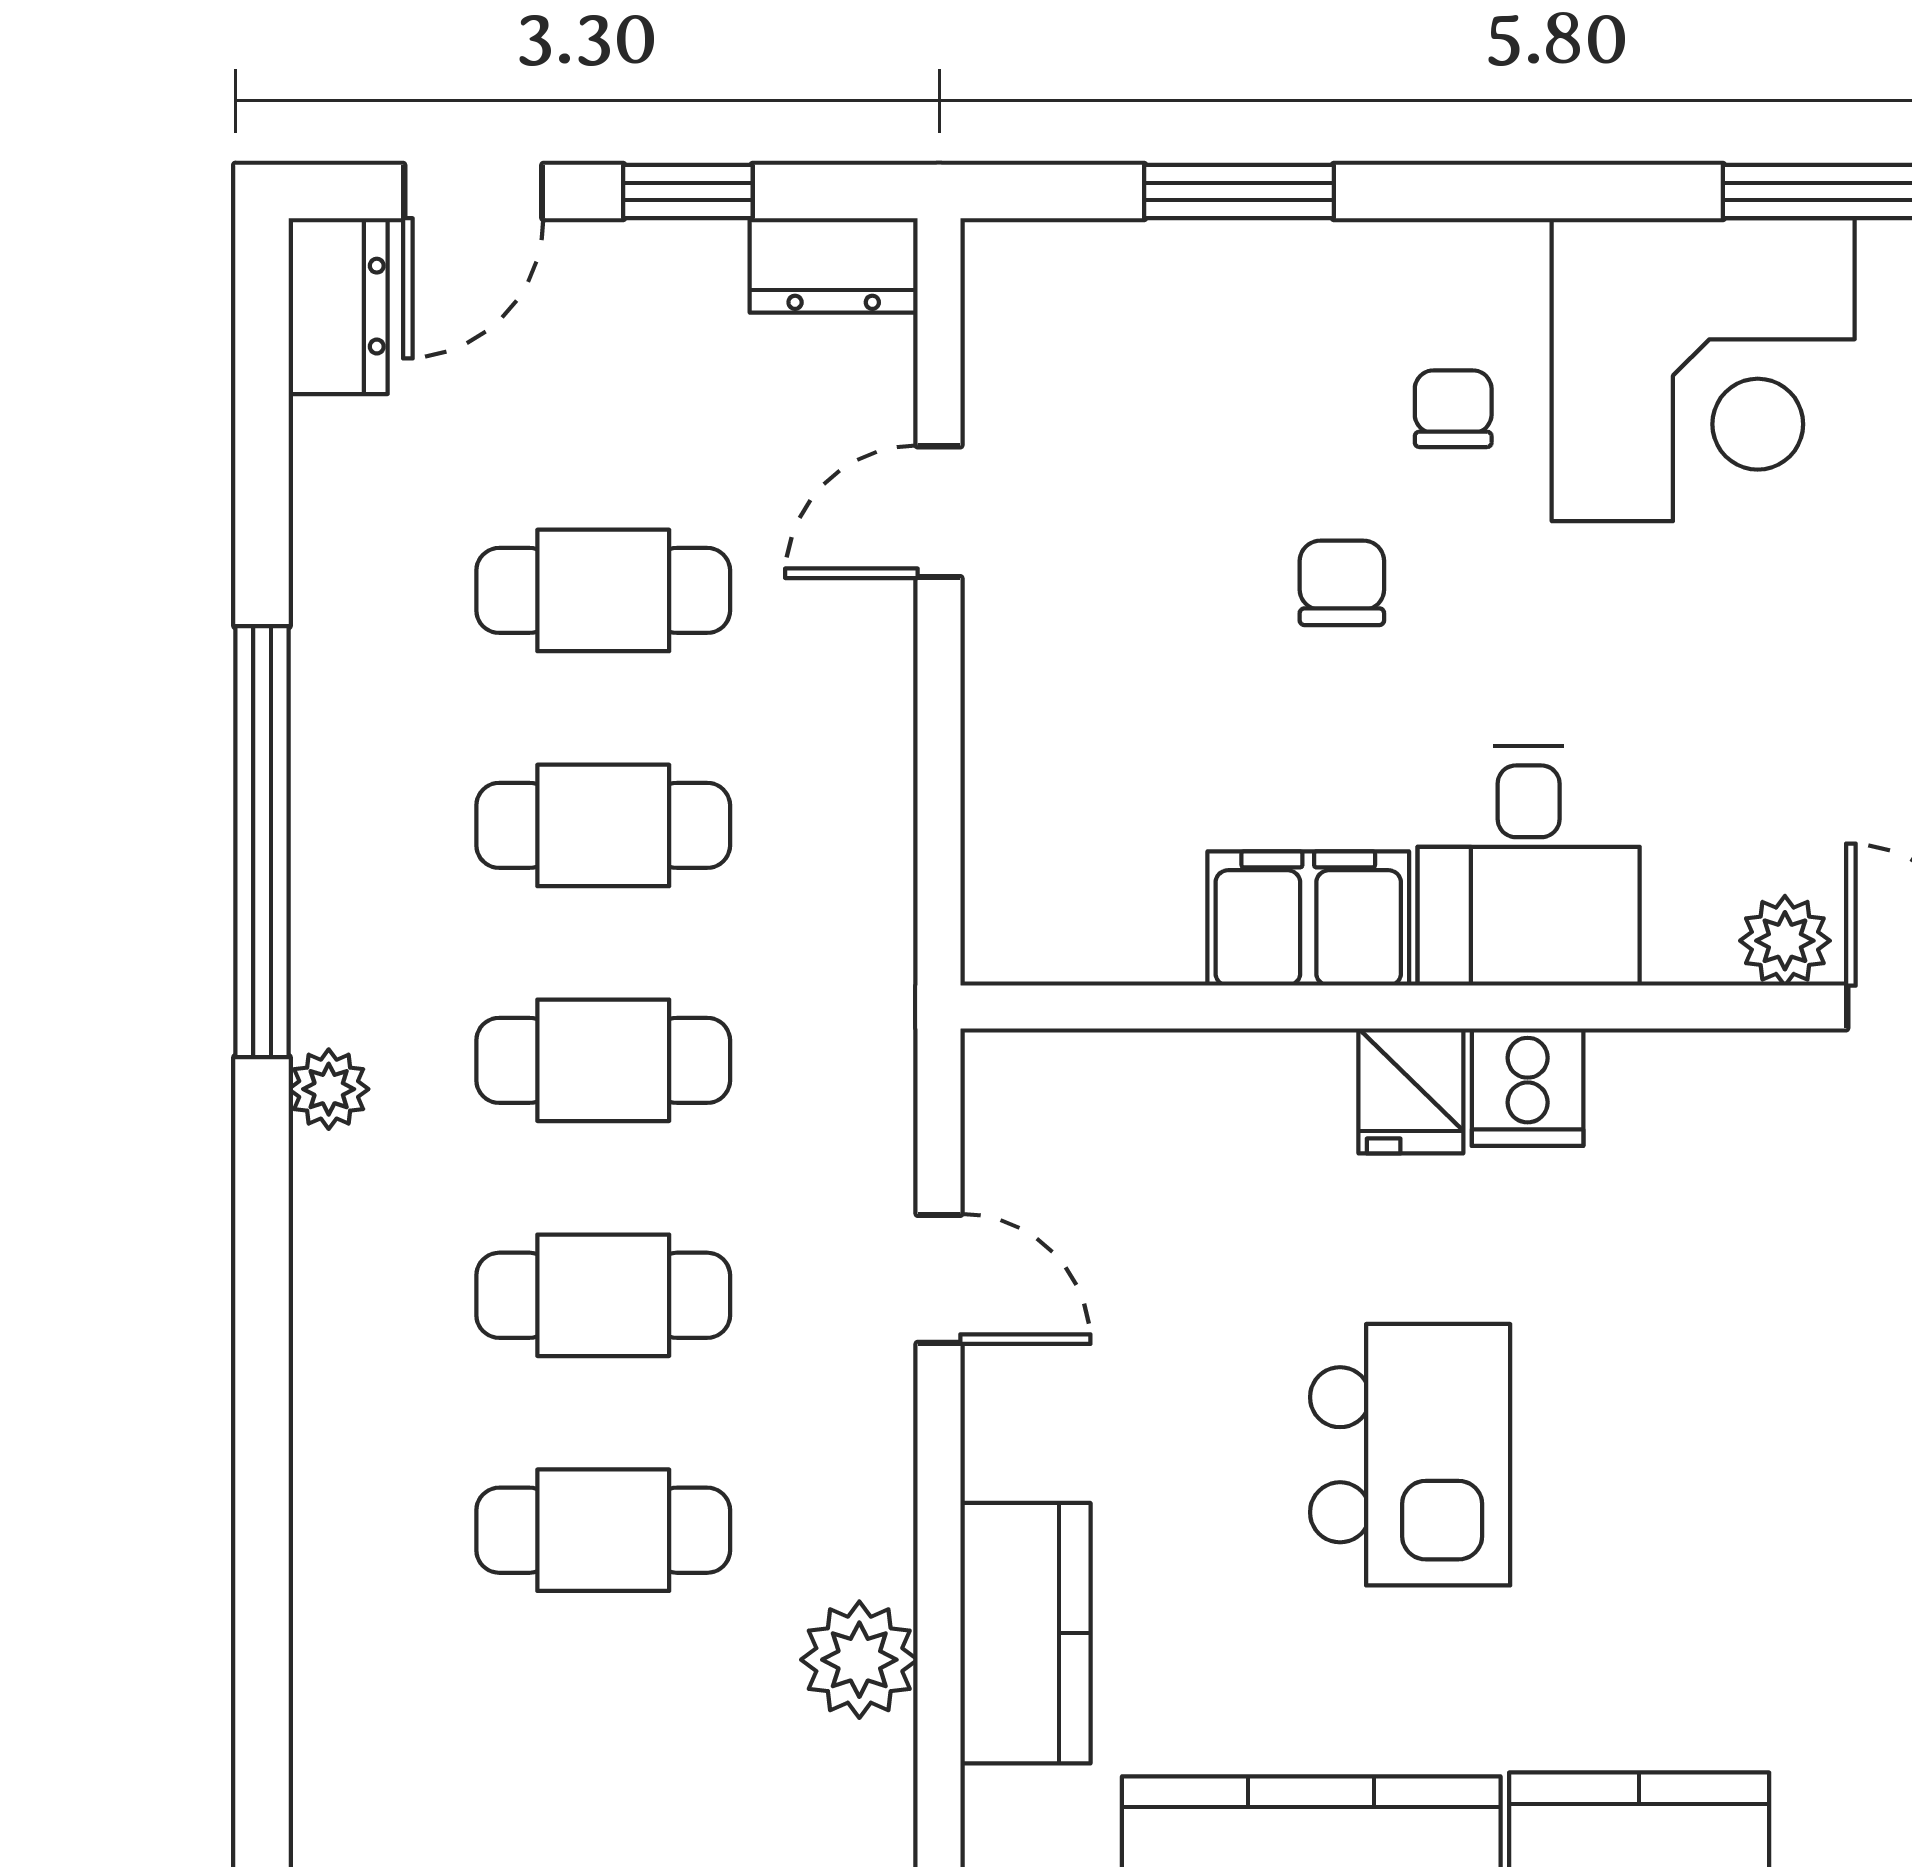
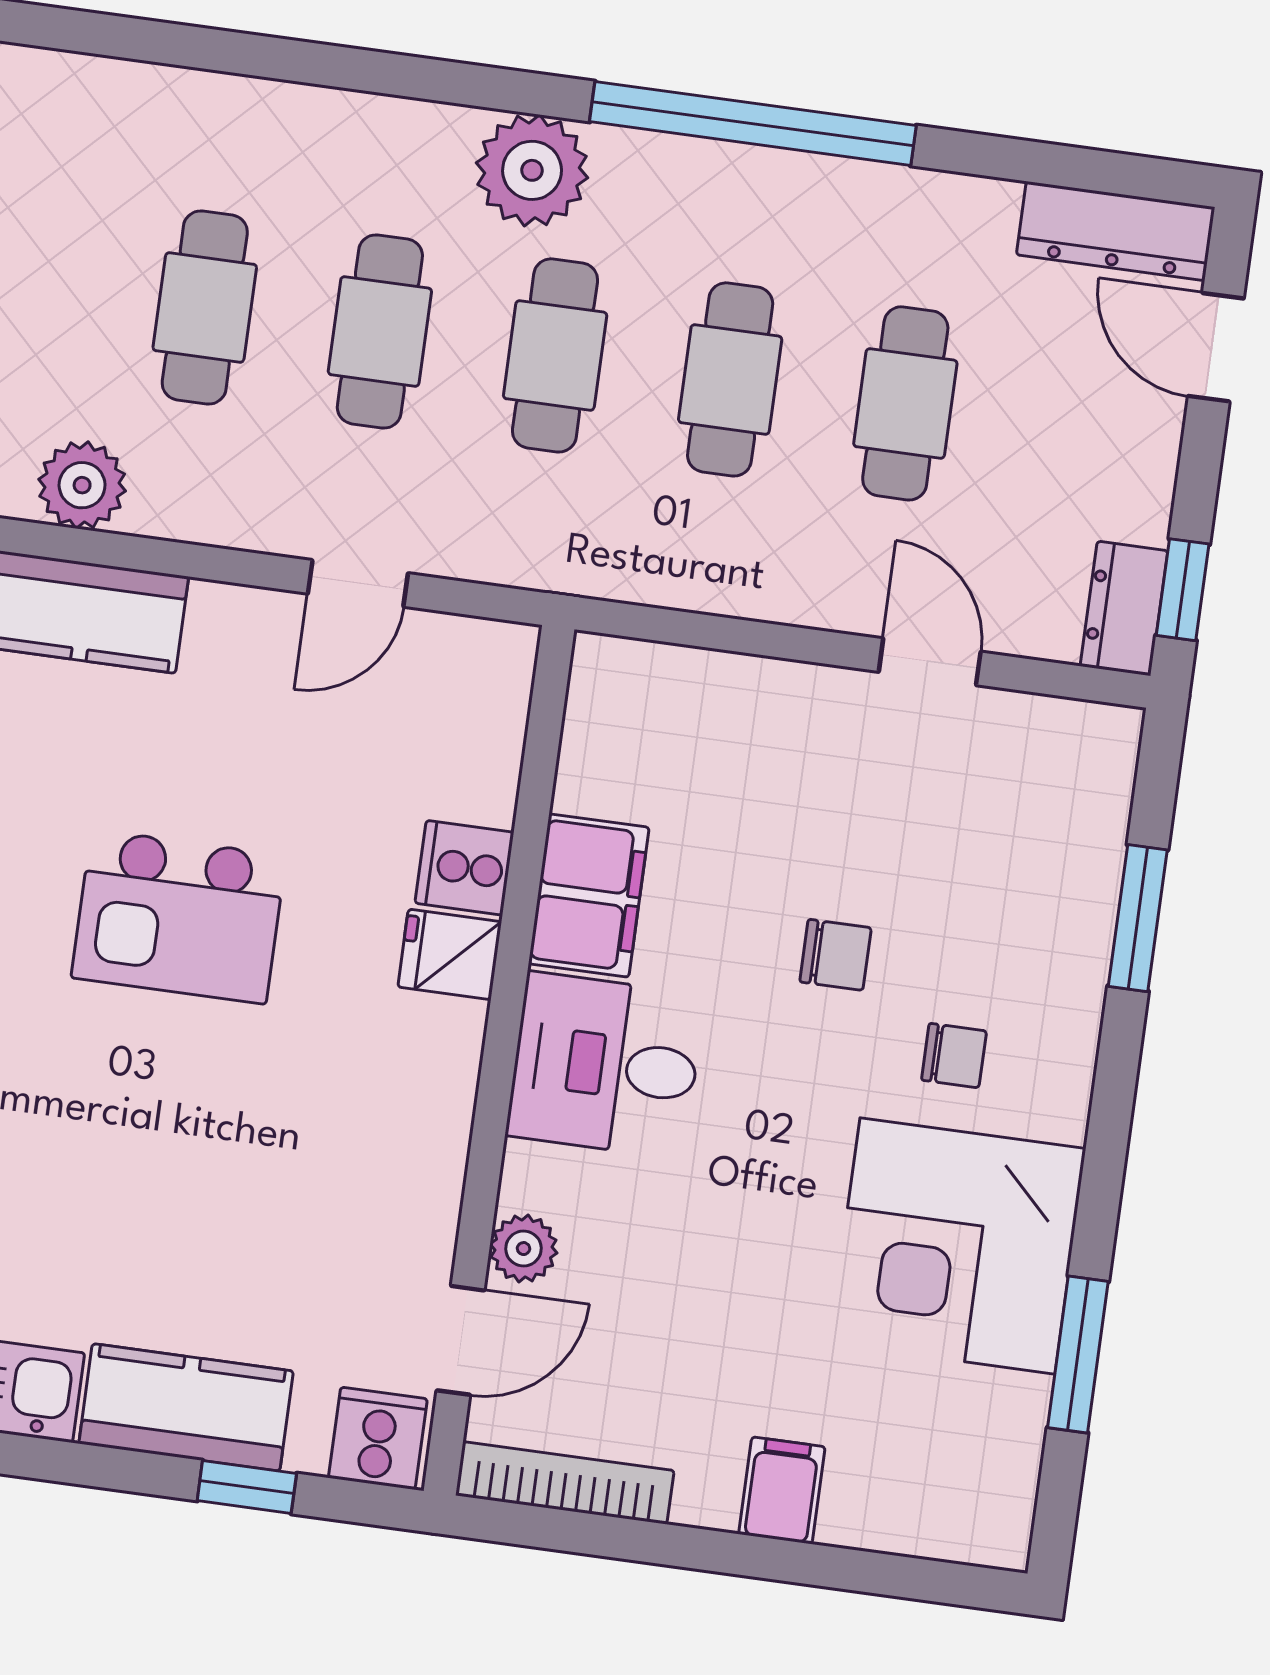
window: (688, 192) -> (1183, 590), moved
dresser: (338, 306) -> (1116, 231), width x1.44
cooker: (1528, 1087) -> (464, 868), moved
plant: (329, 1089) -> (532, 170), width x1.88, depth x1.88

